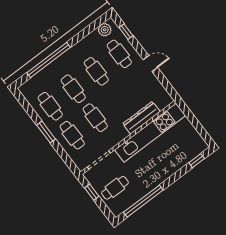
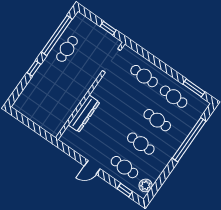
cafe table: (95, 118) -> (128, 100), removed
window: (46, 132) -> (194, 88), moved
kitchen unit: (150, 133) -> (71, 102), removed
window: (197, 161) -> (34, 68), moved
cafe table: (115, 188) -> (67, 49), moved

